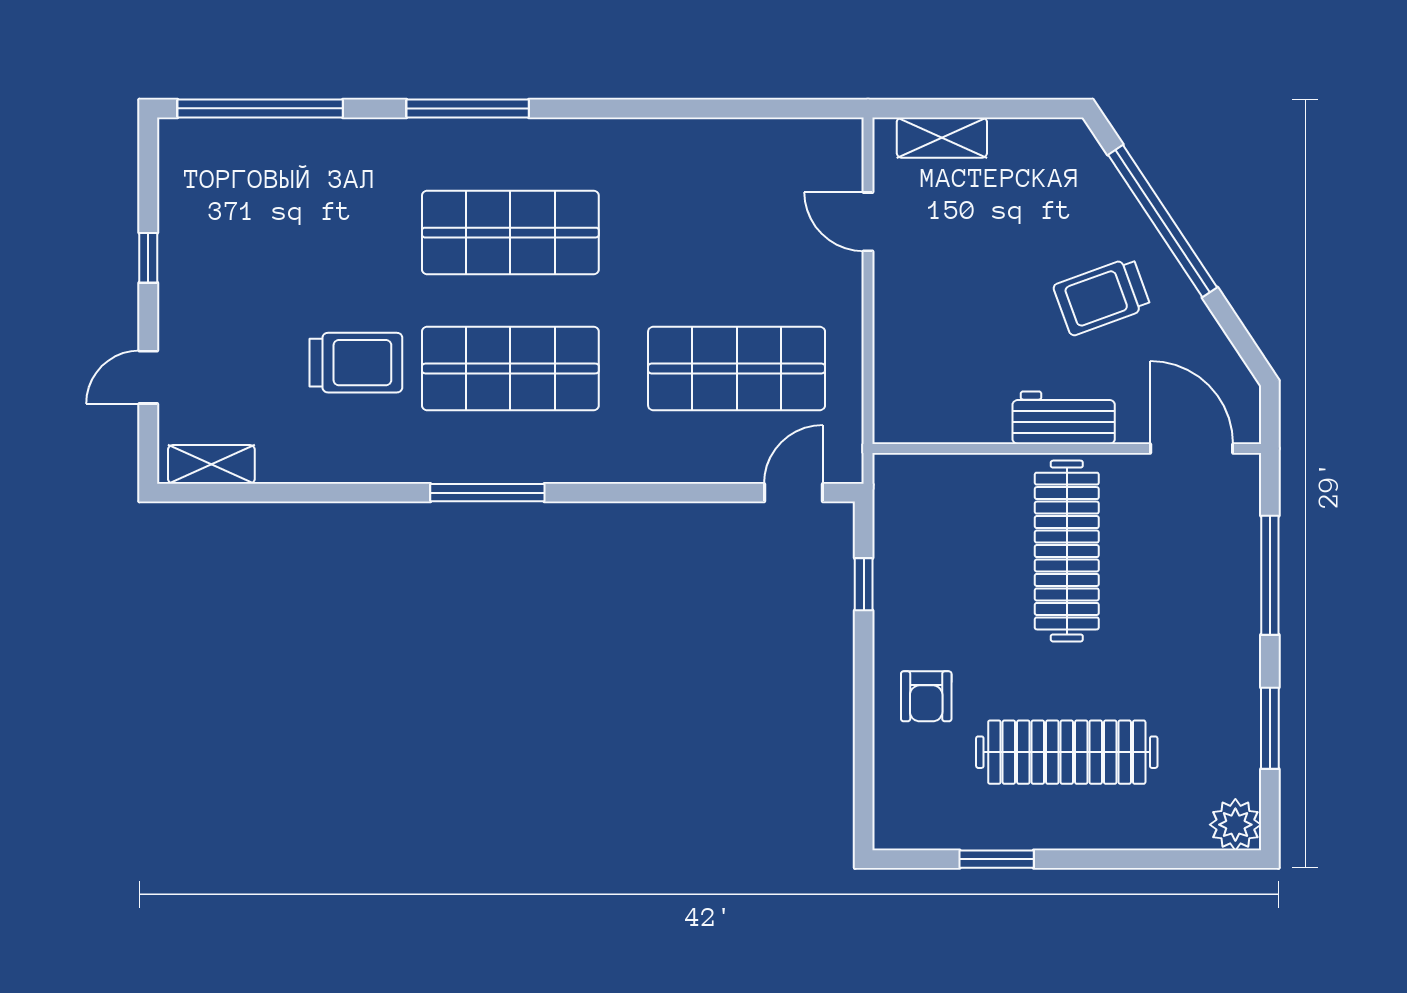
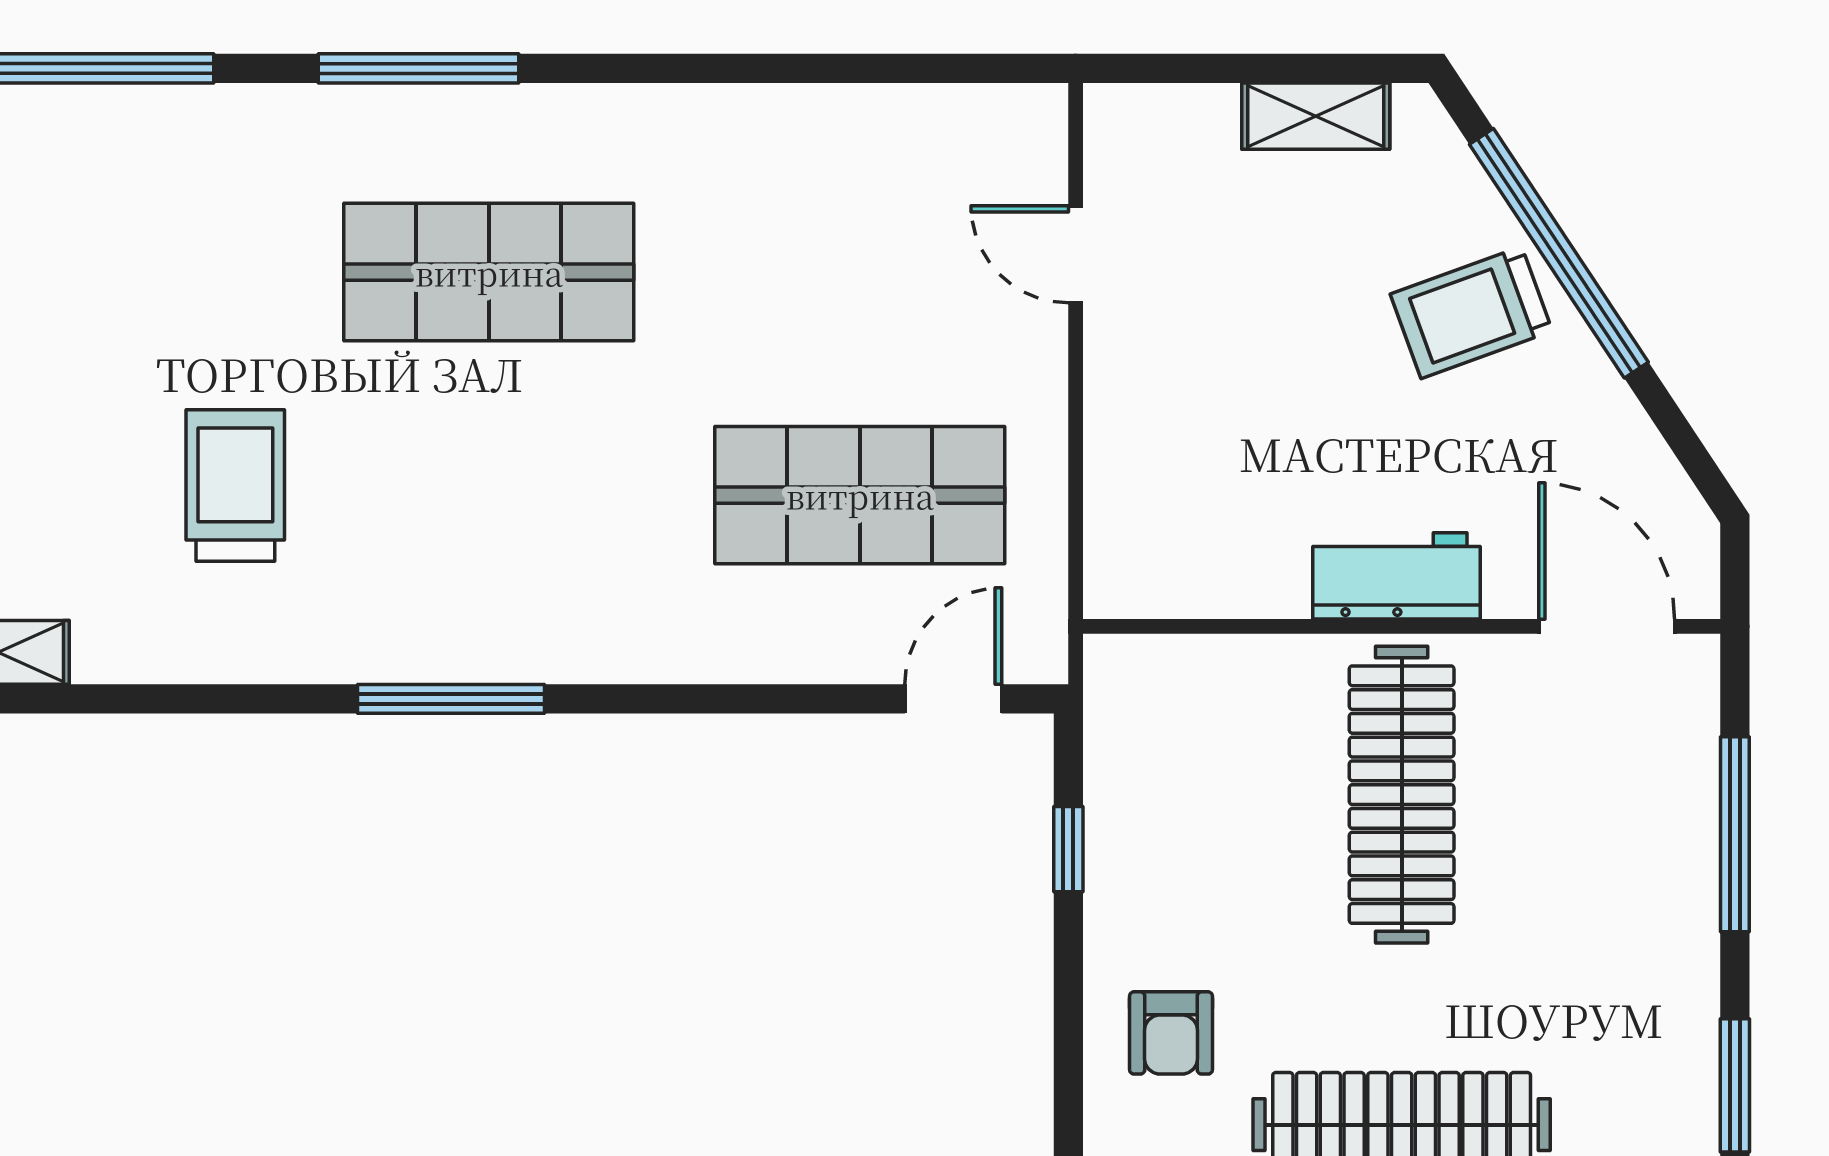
shelving: (942, 138) -> (1316, 116), moved
trolley: (1102, 296) -> (1471, 313), moved
trolley: (356, 363) -> (235, 485), turned -90
shop shelf: (510, 368) -> (489, 495), removed

